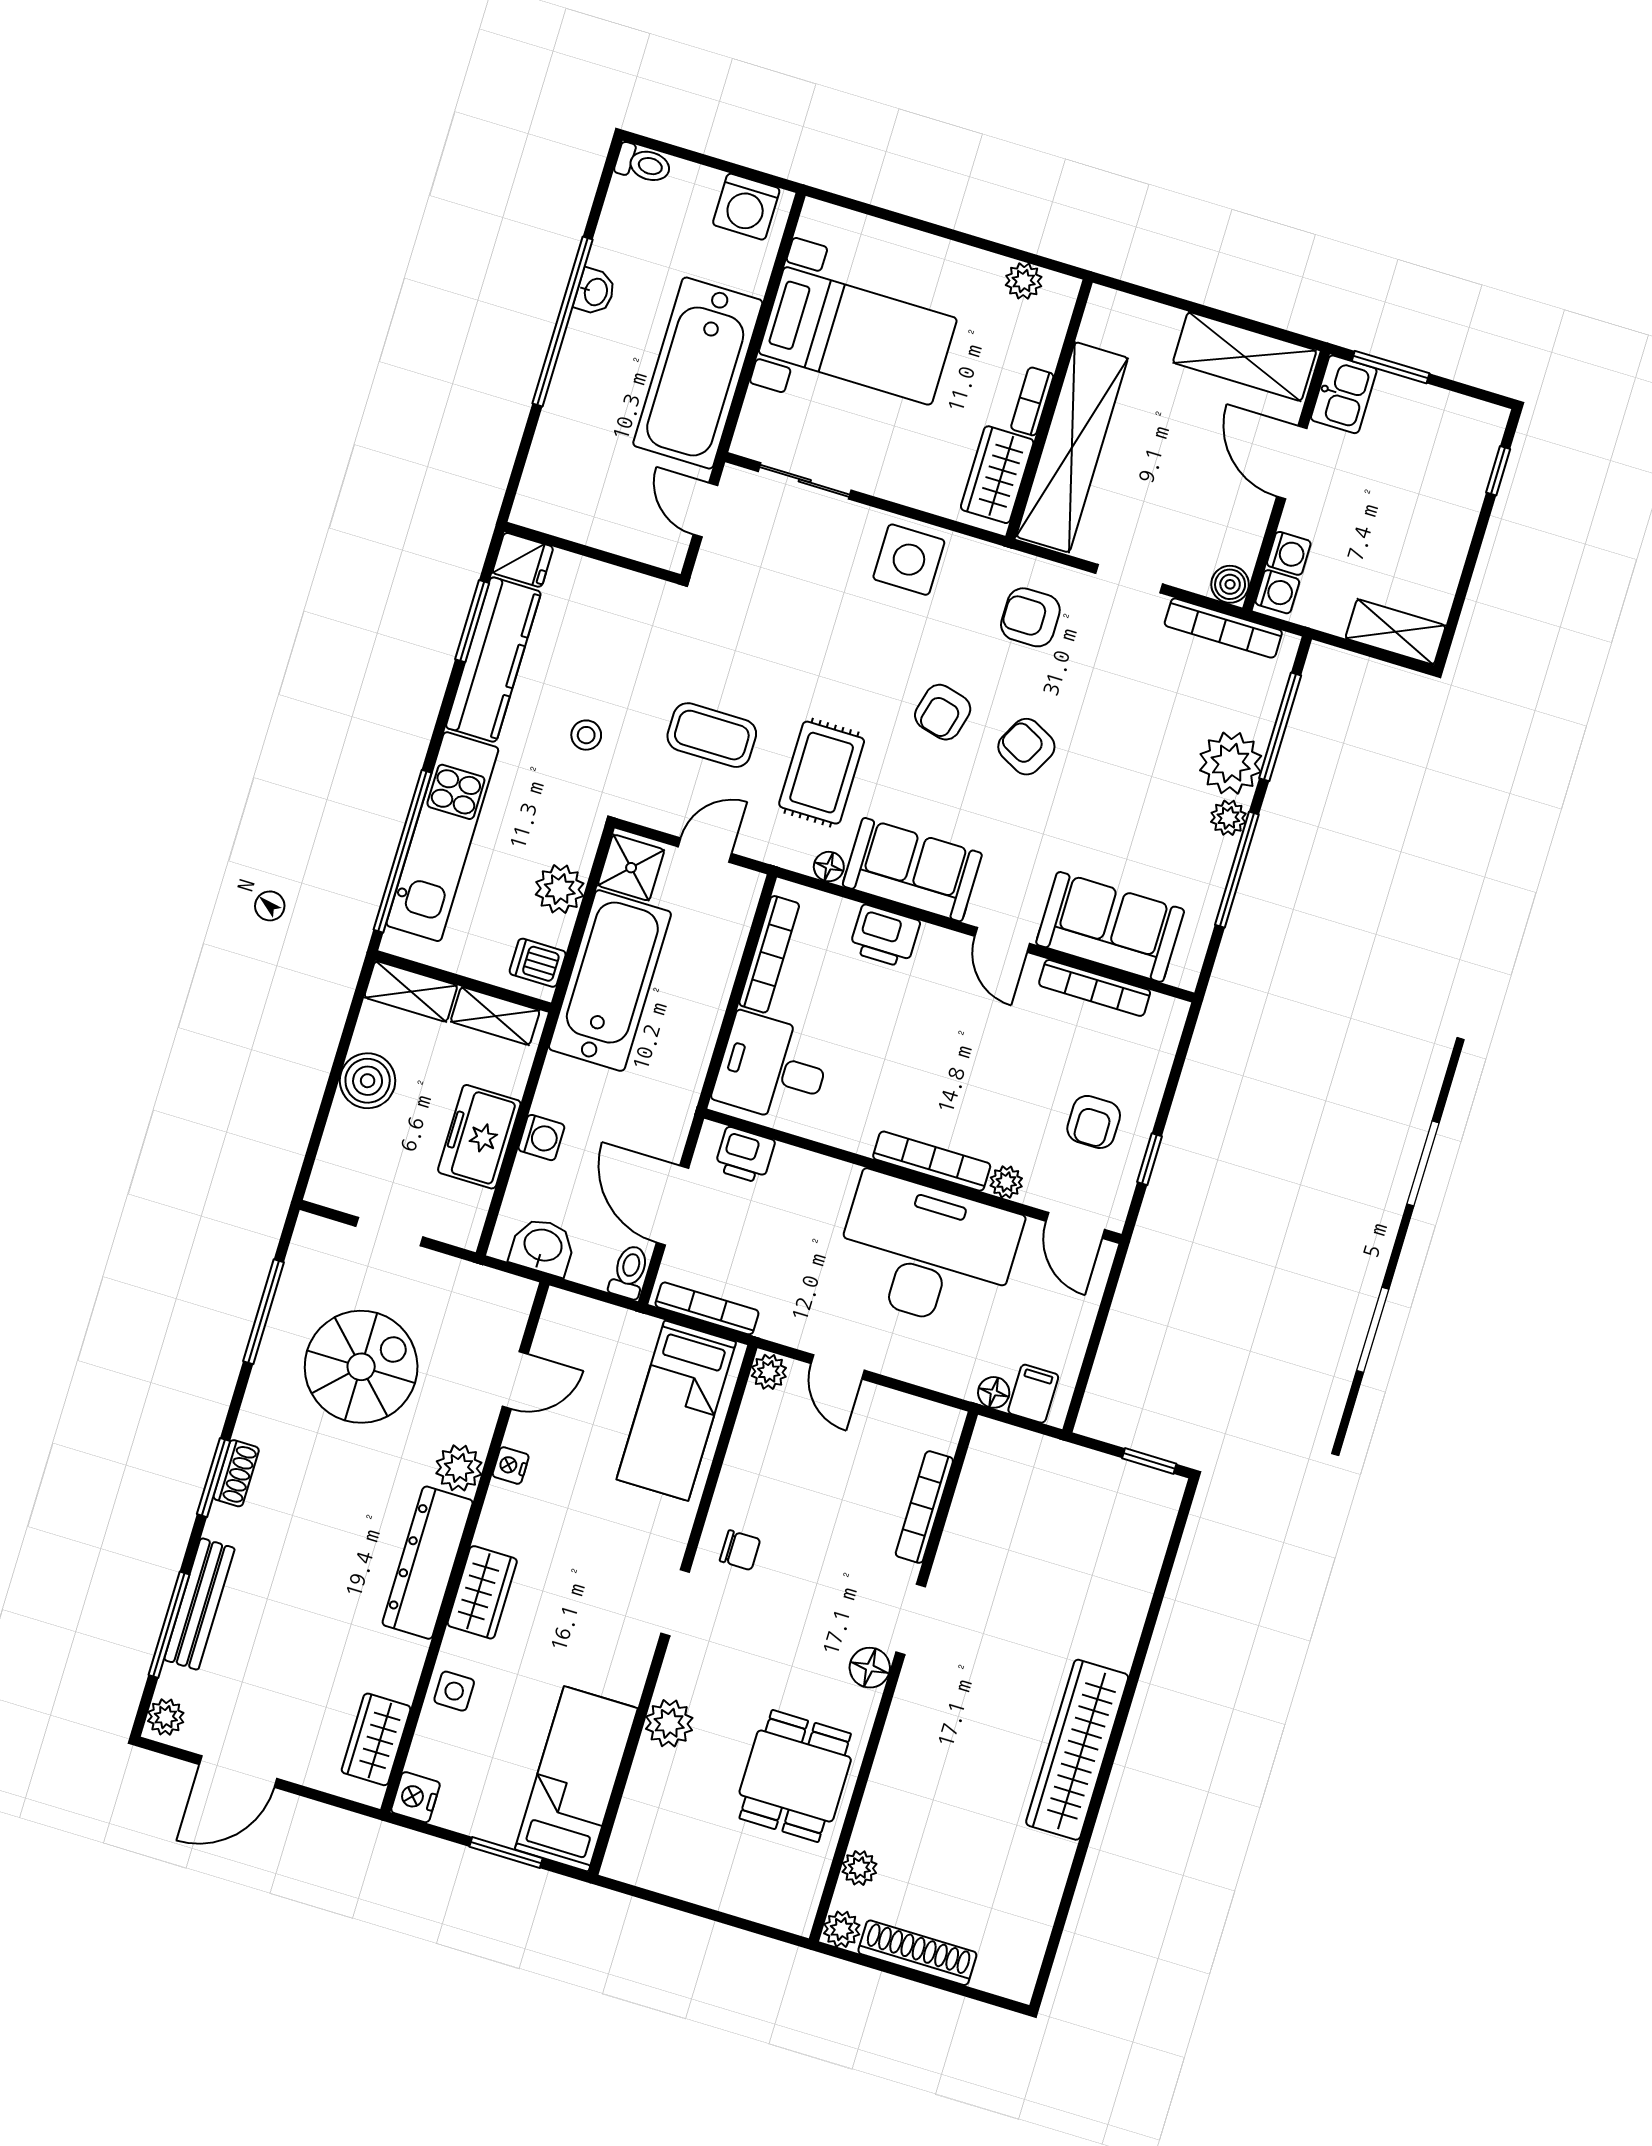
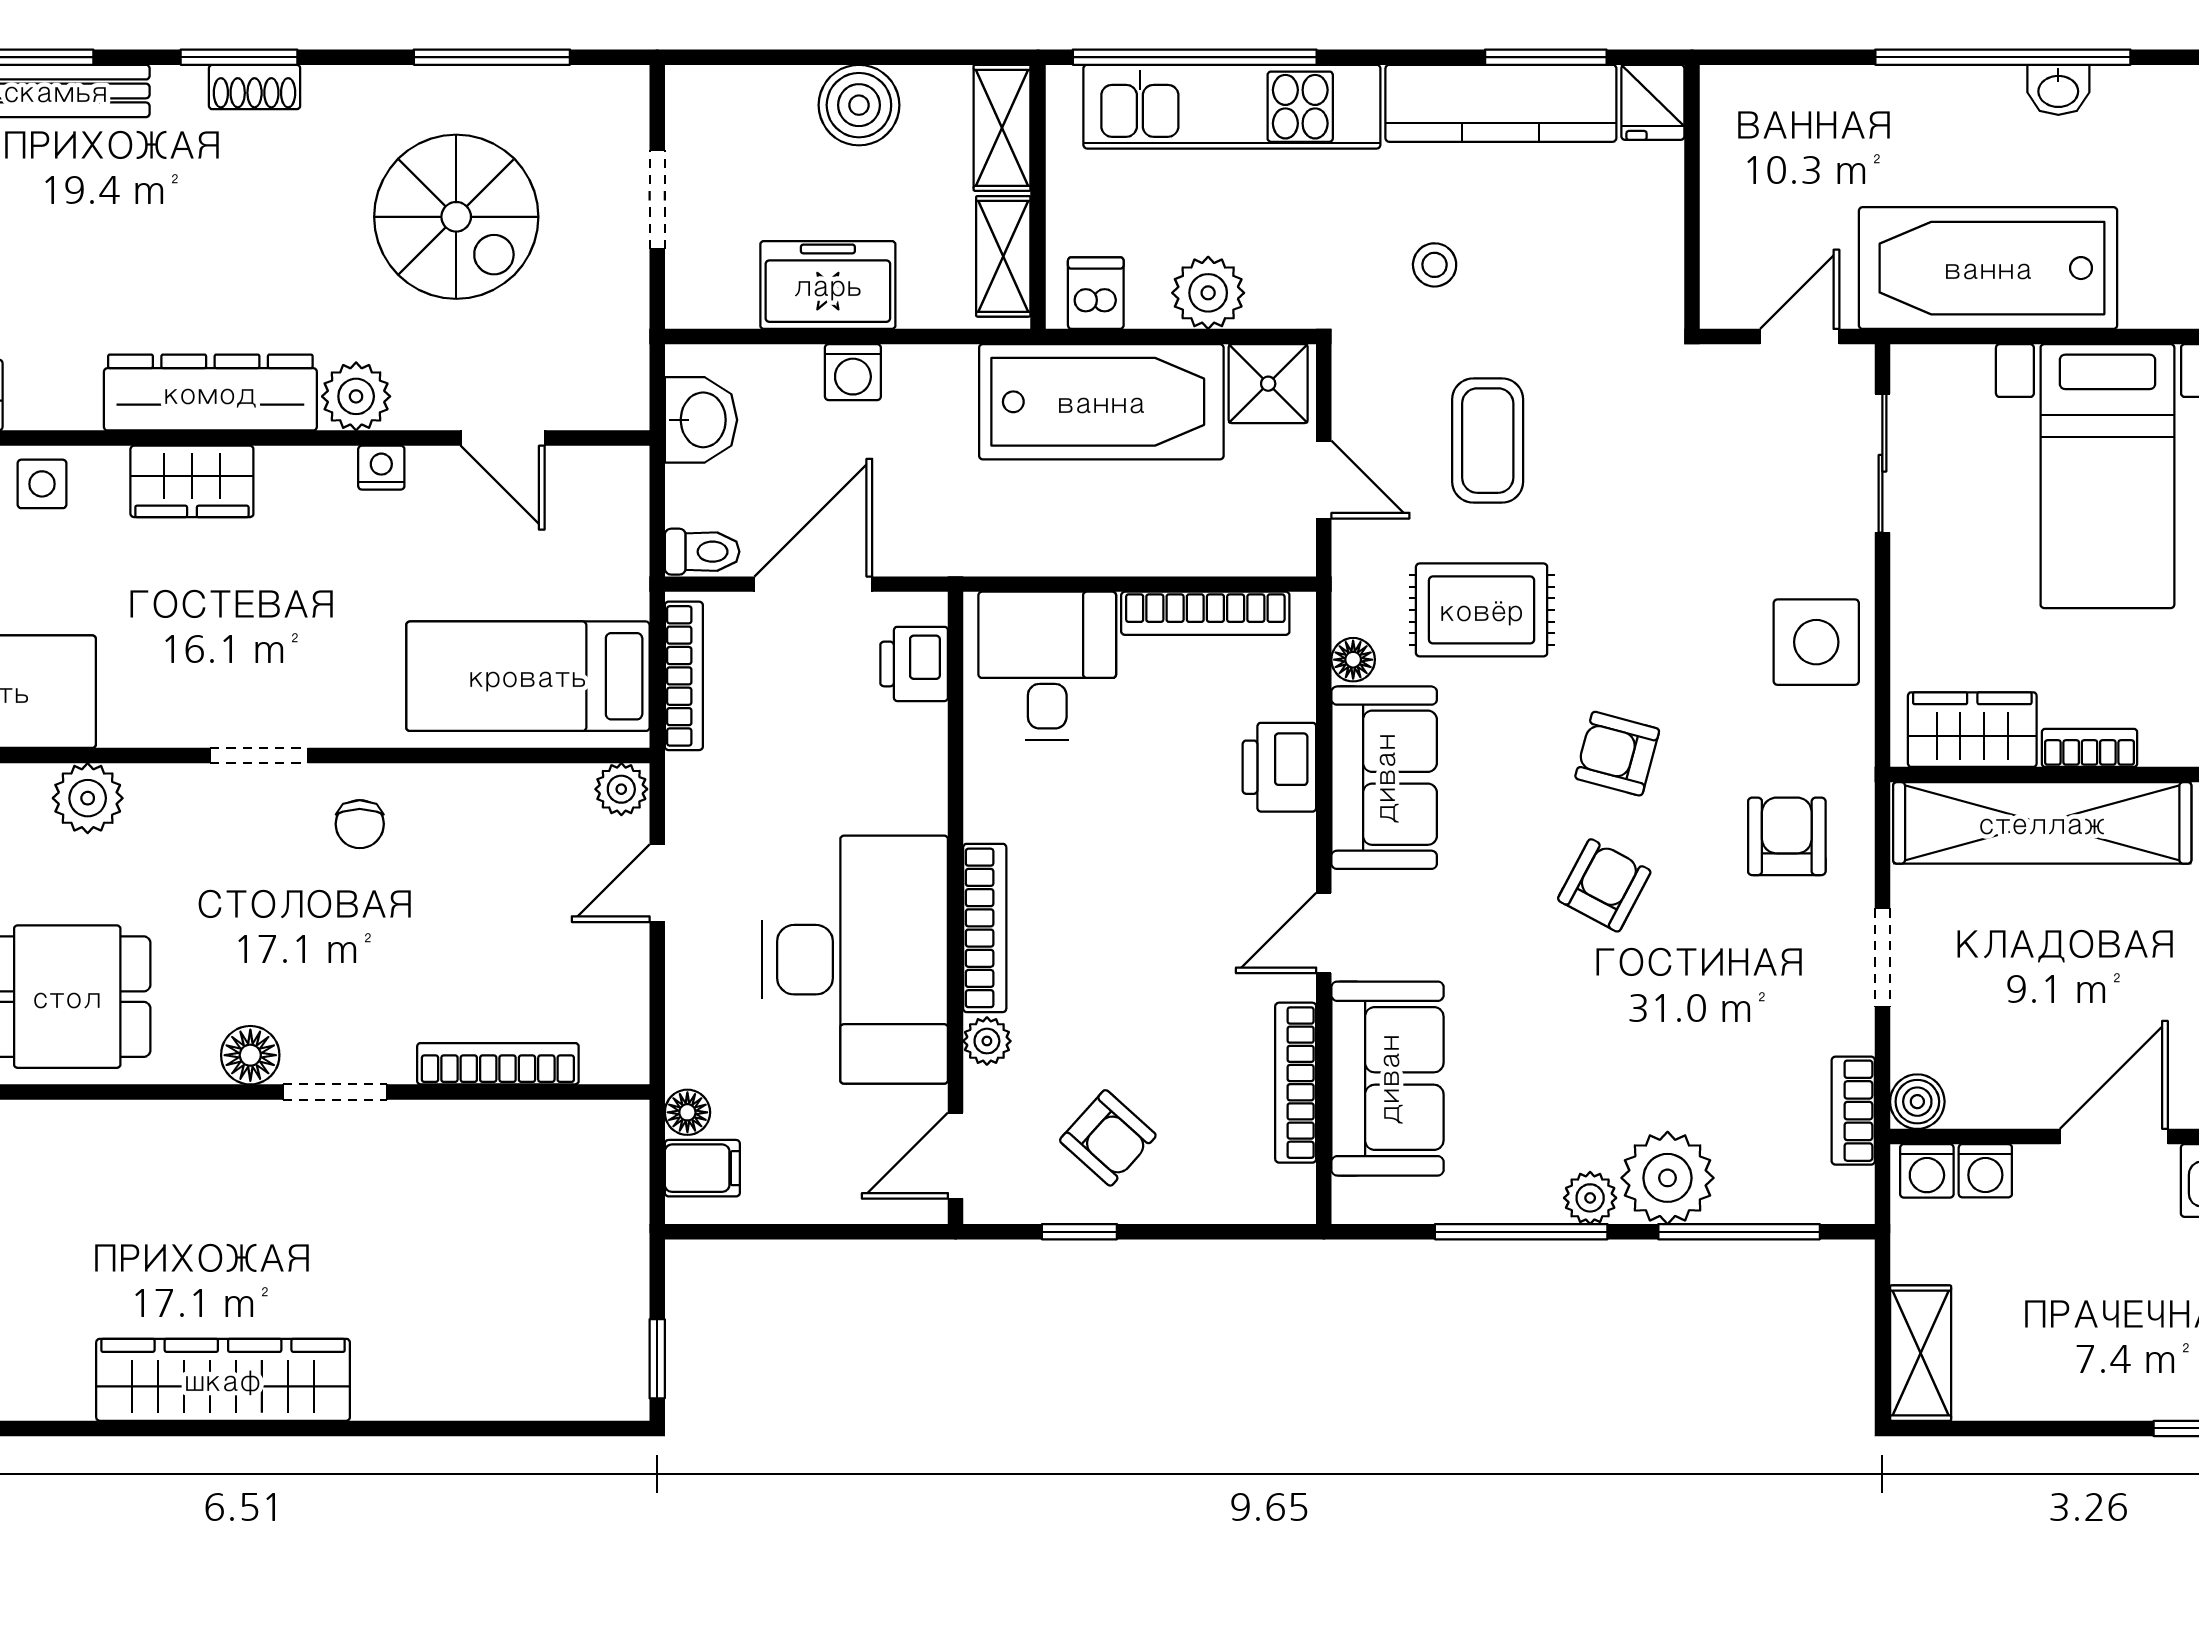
bookcase: (1223, 628) -> (1853, 1111), width x0.64
armchair: (1094, 1122) -> (1108, 1138), turned -138

